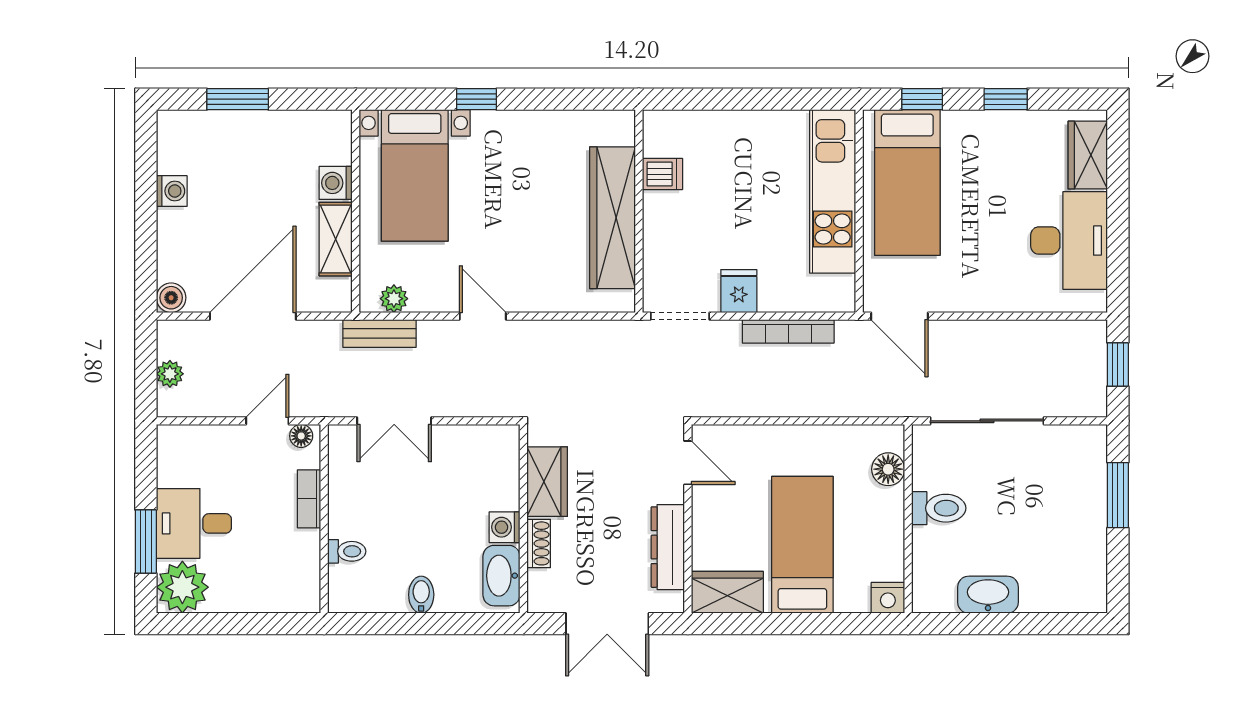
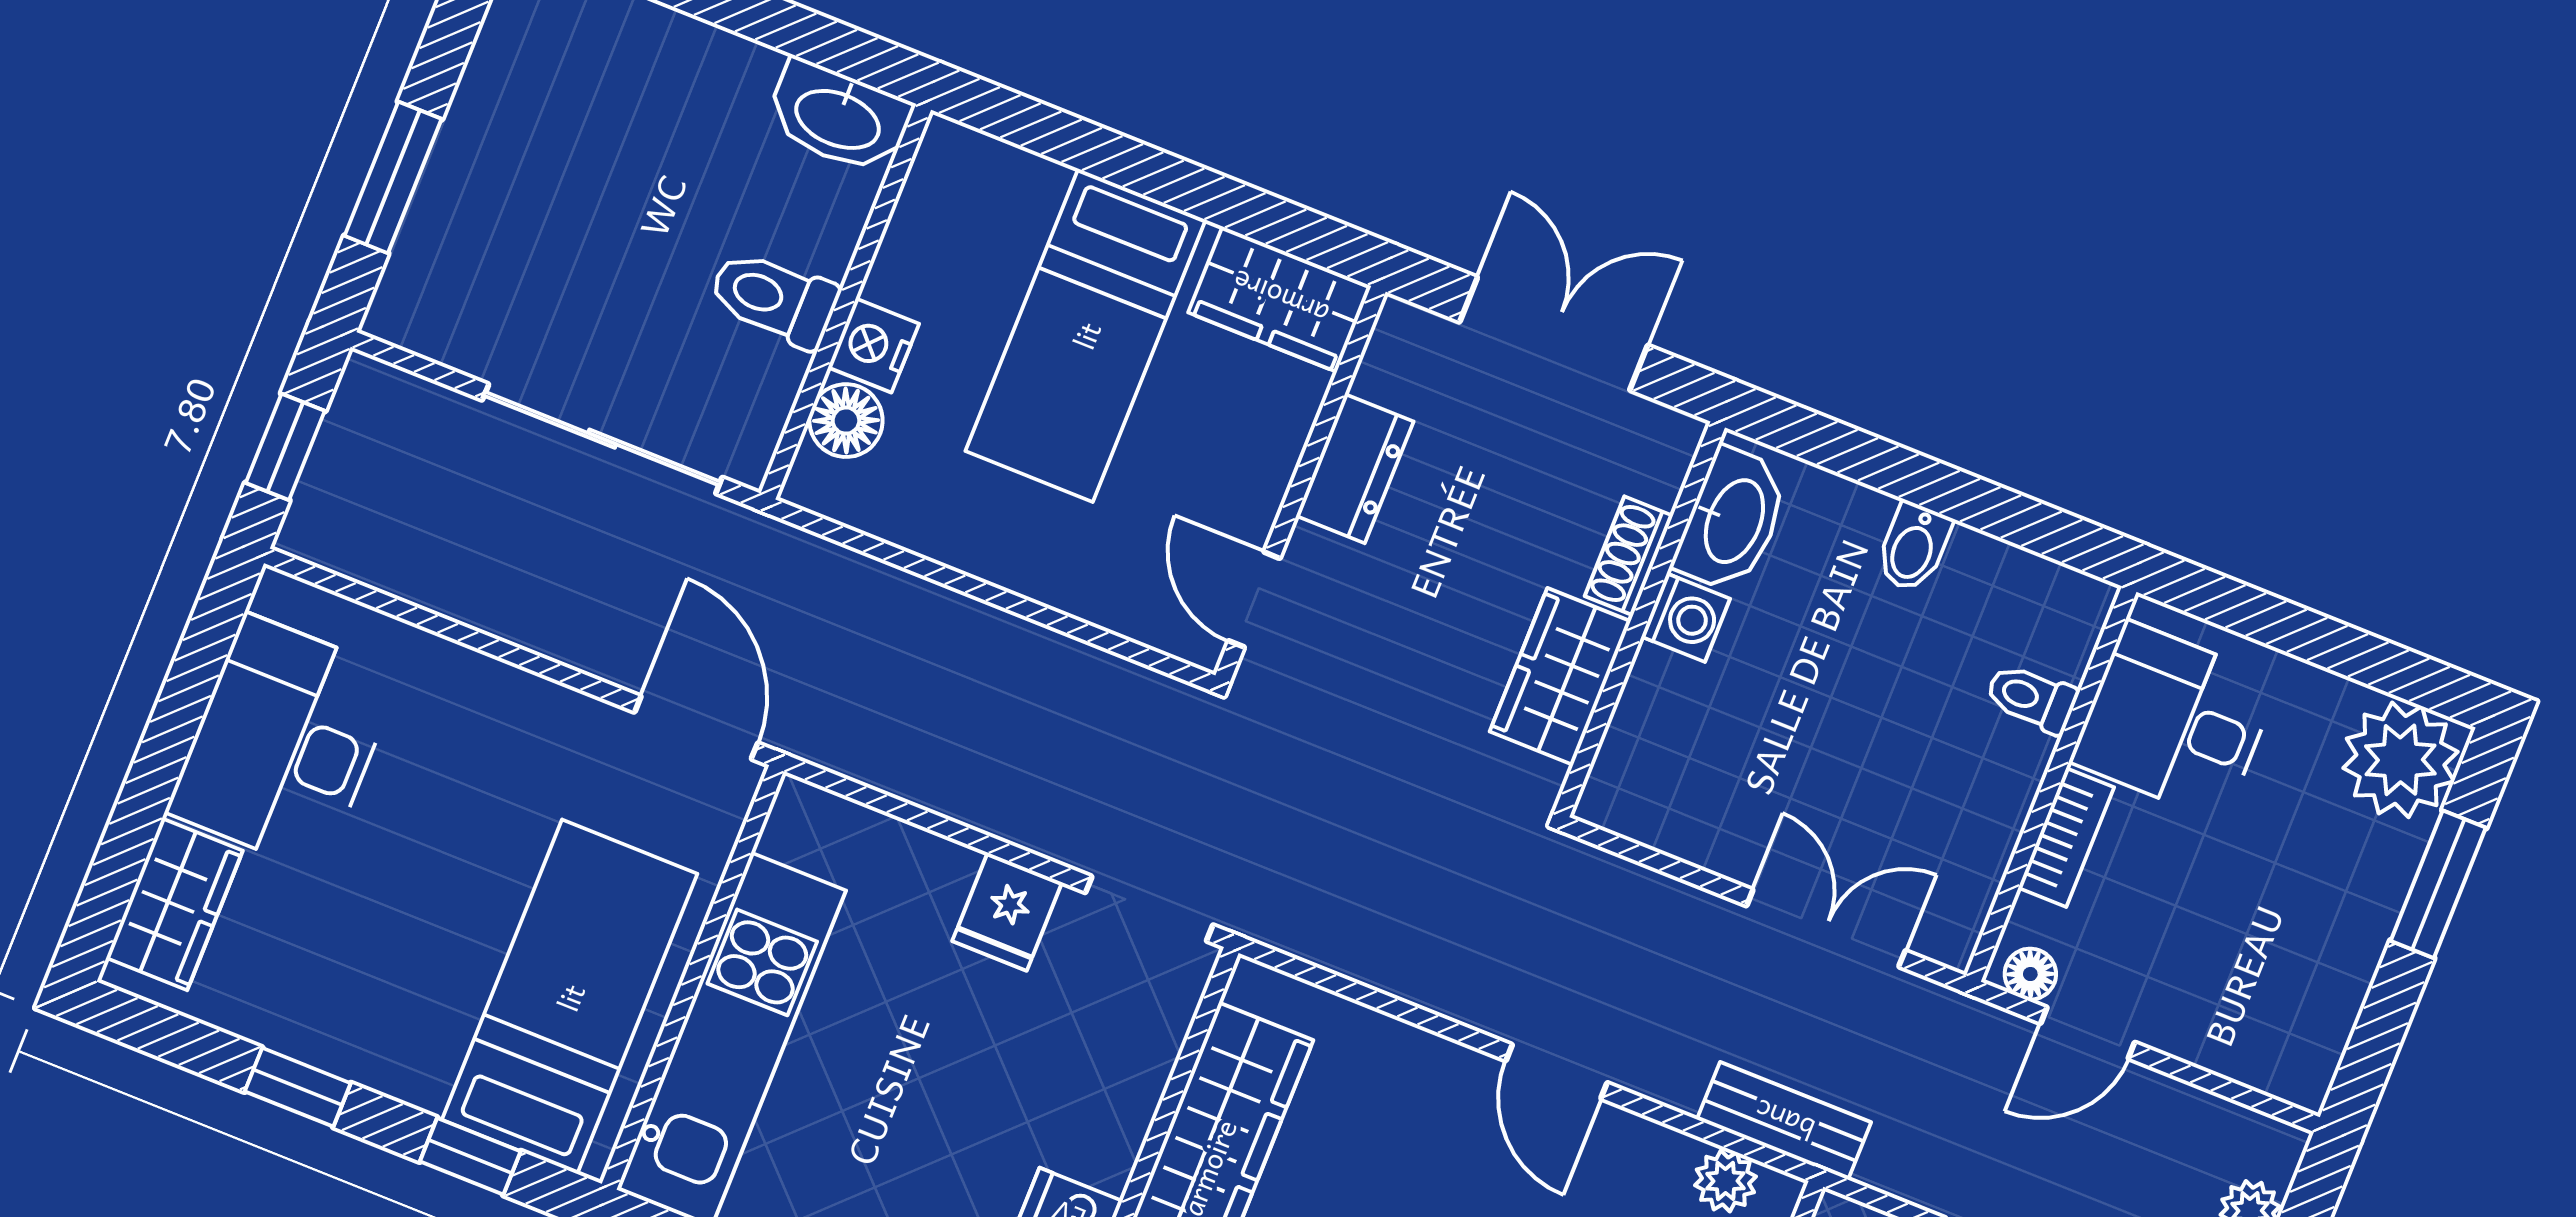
bookcase: (788, 331) -> (938, 788), removed
desk: (194, 523) -> (2175, 721), moved, turned 180
dresser: (668, 547) -> (1355, 469), width x0.70
washbasin: (988, 595) -> (839, 117), moved
nightstand: (888, 598) -> (873, 345), moved, turned -90

